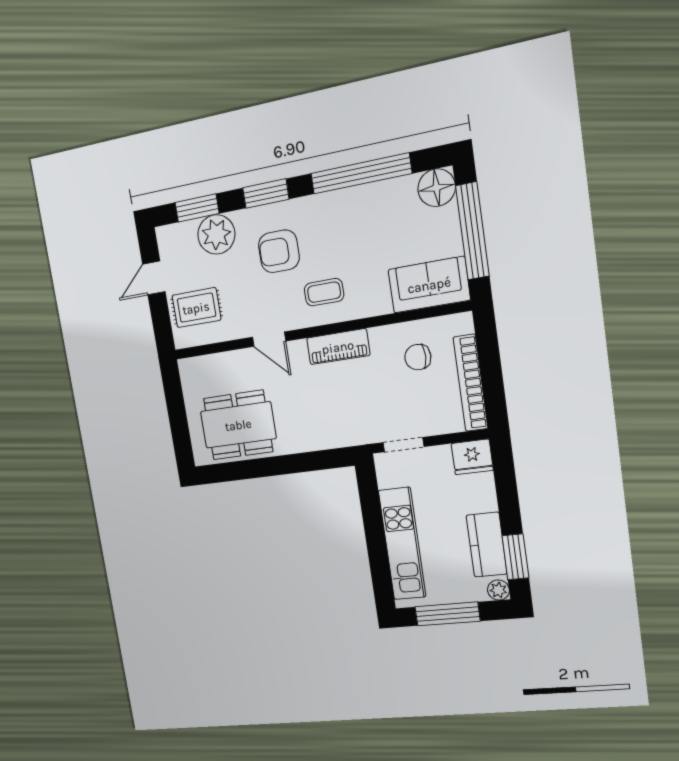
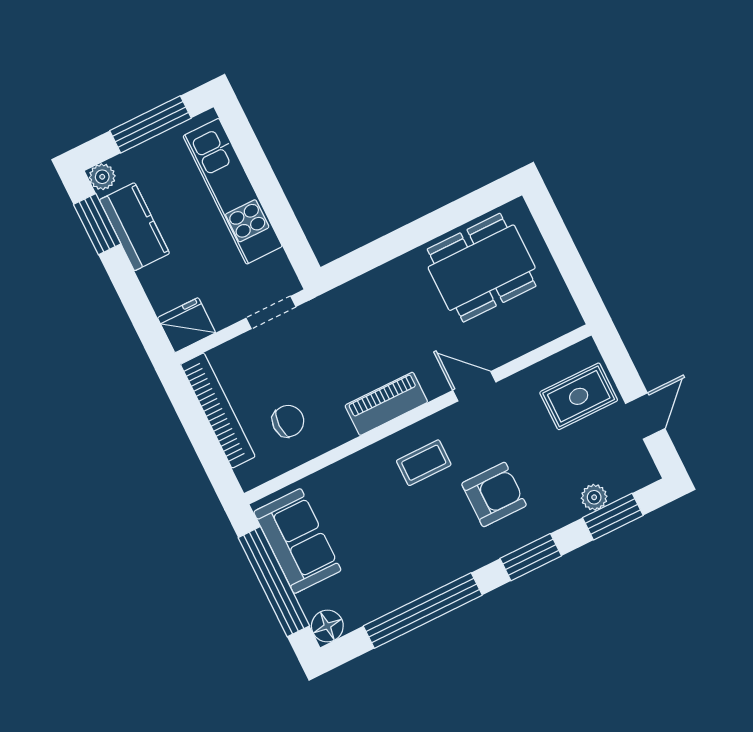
floor lamp: (437, 188) -> (327, 626), width x0.73, depth x0.73
plant: (216, 234) -> (594, 497), width x0.53, depth x0.53
sofa: (429, 285) -> (297, 541), moved, turned -90

